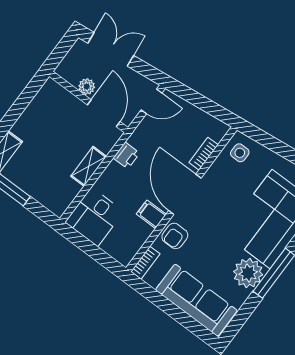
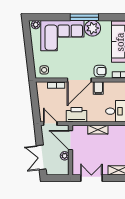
double door: (23, 102) -> (91, 178), added
door: (104, 113) -> (71, 140), hinge flipped
printer: (126, 155) -> (77, 115), width x1.87, depth x1.48

